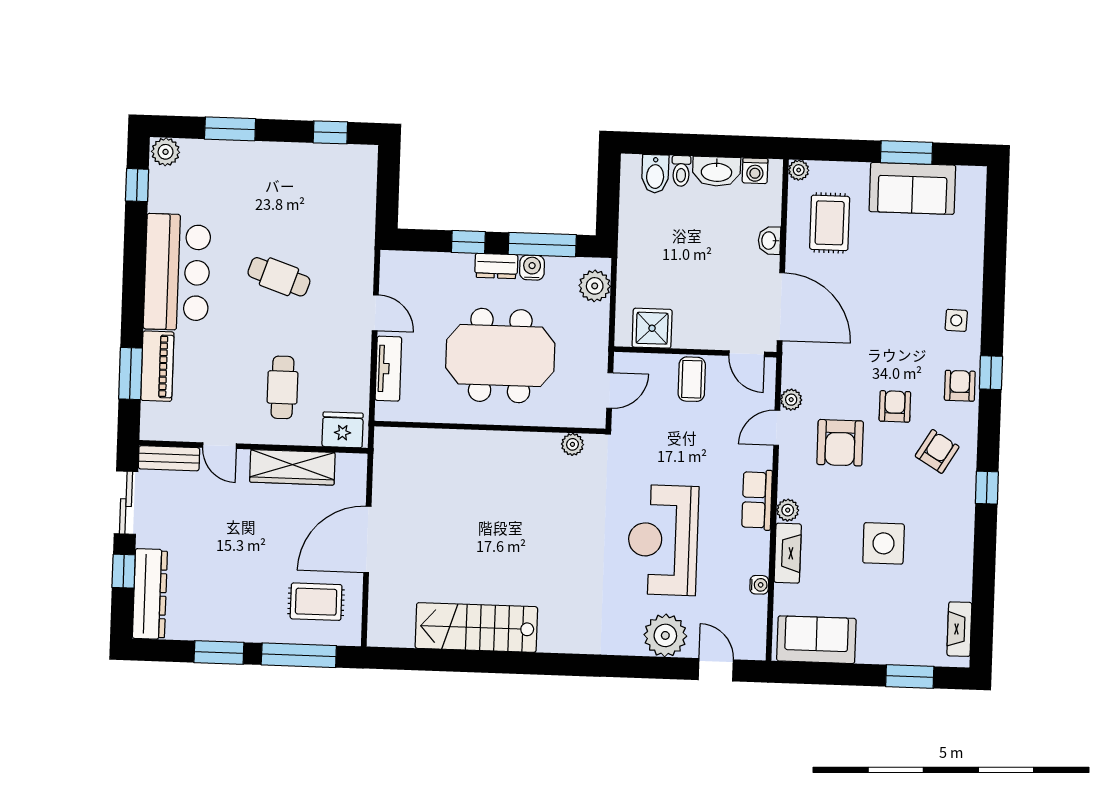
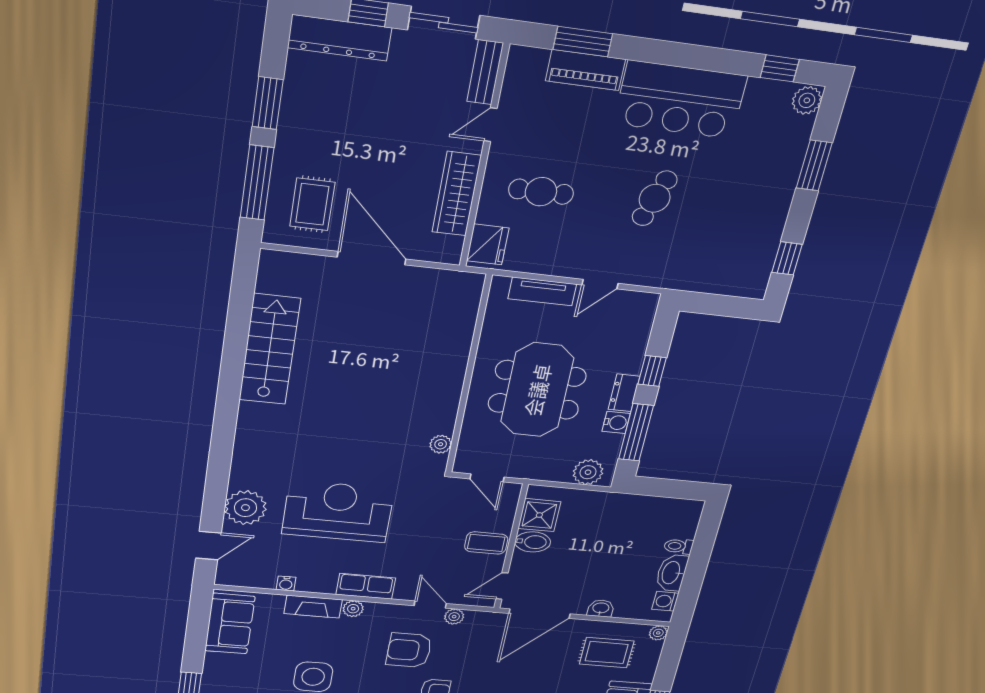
bidet: (655, 174) -> (533, 542), moved, turned 180

